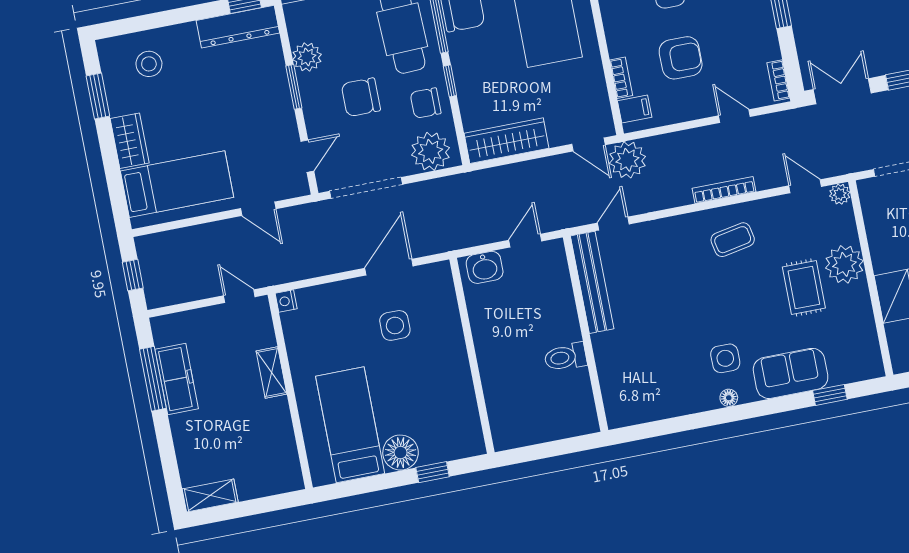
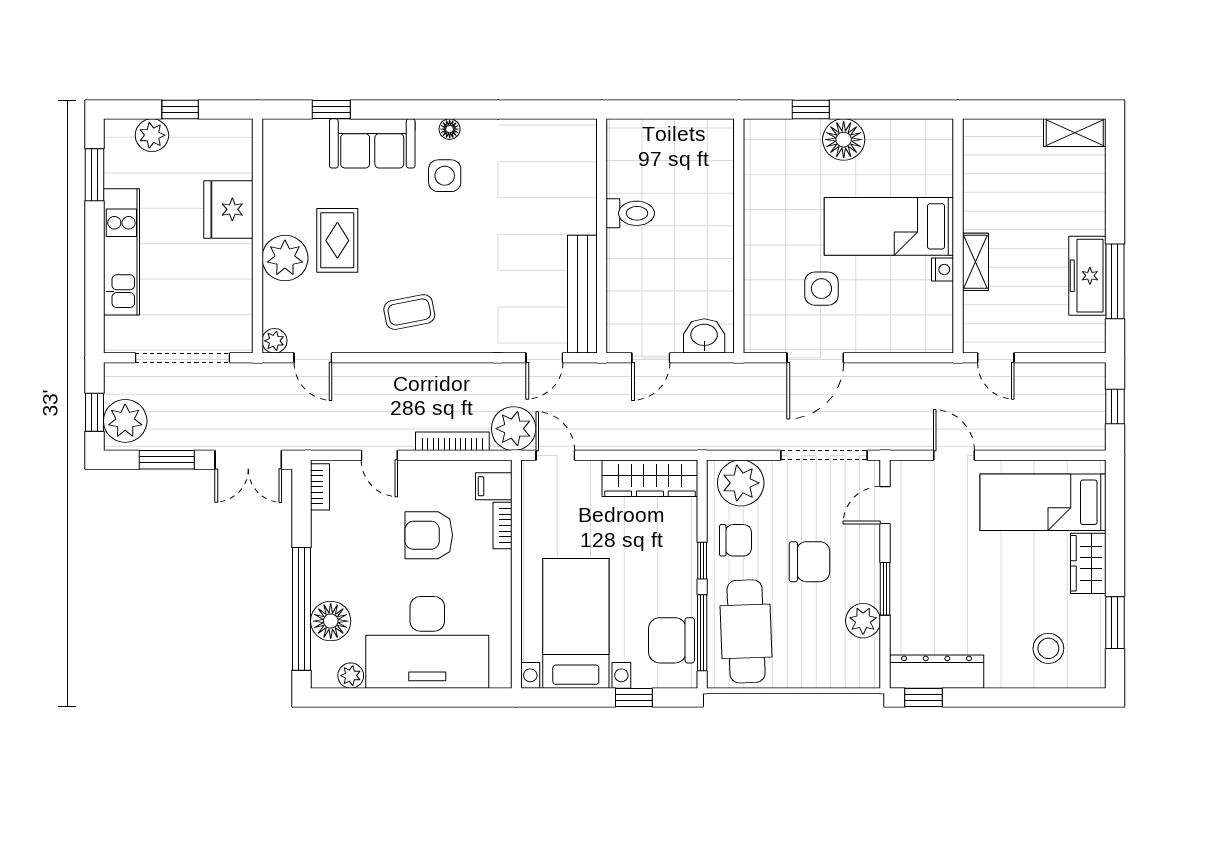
bookcase: (724, 190) -> (452, 441), moved, turned 180
nightstand: (286, 301) -> (942, 269), moved
bed: (350, 425) -> (889, 226), moved, turned 90

